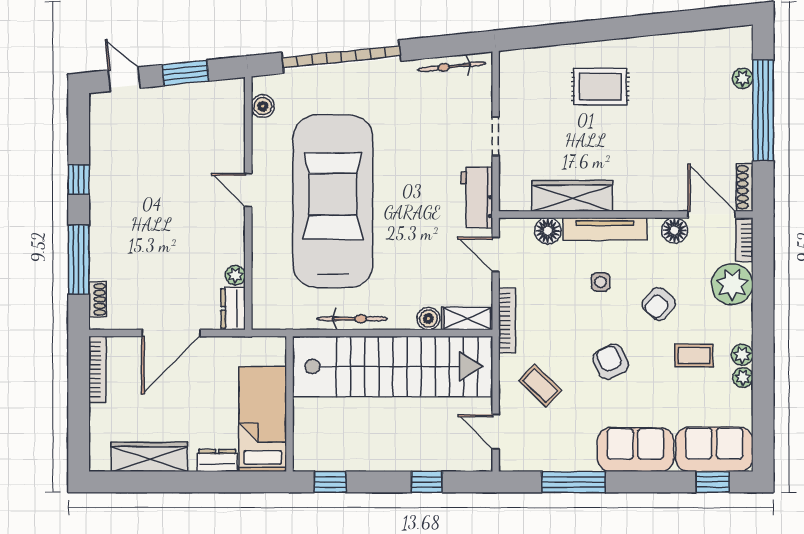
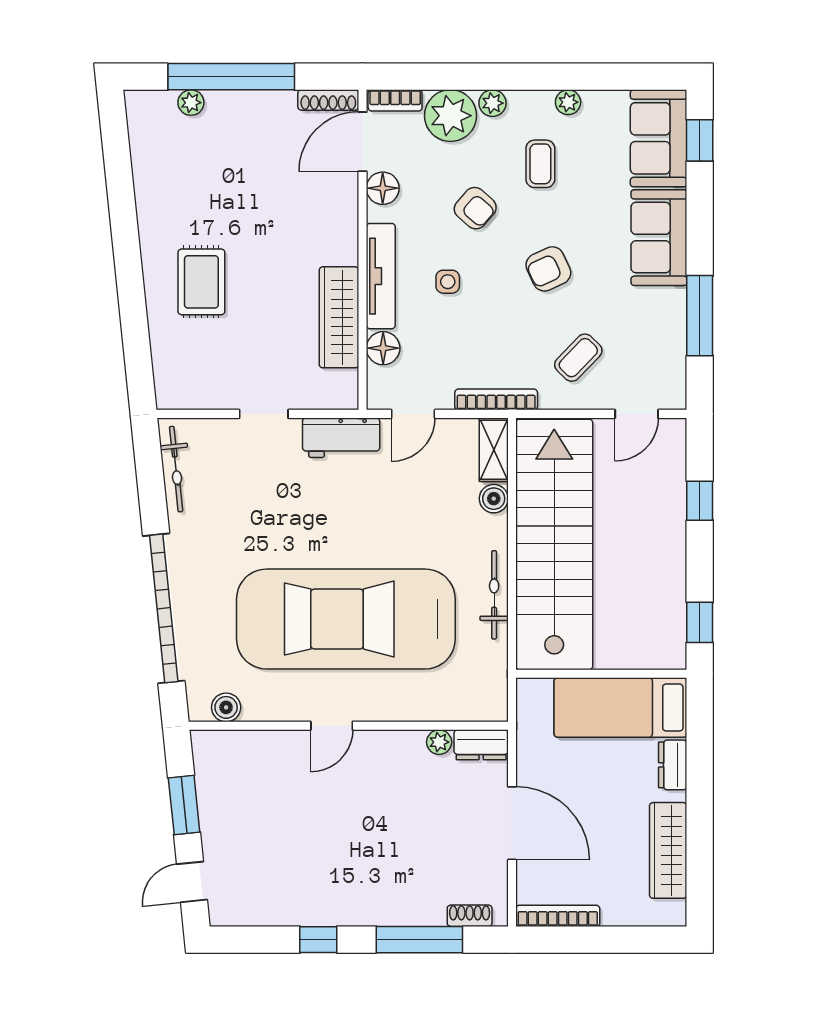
plant: (742, 355) -> (493, 103), moved

